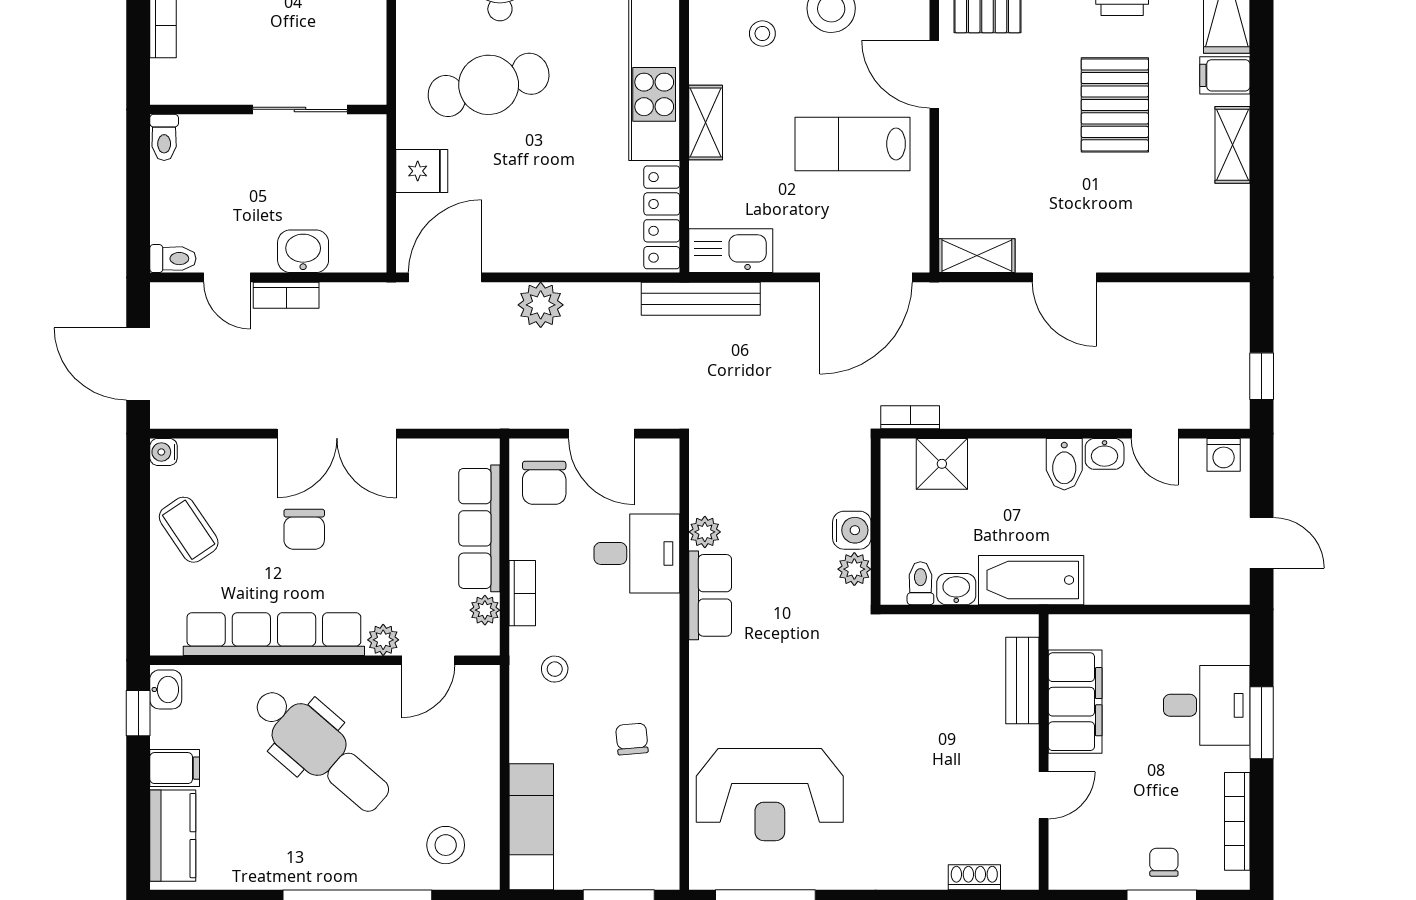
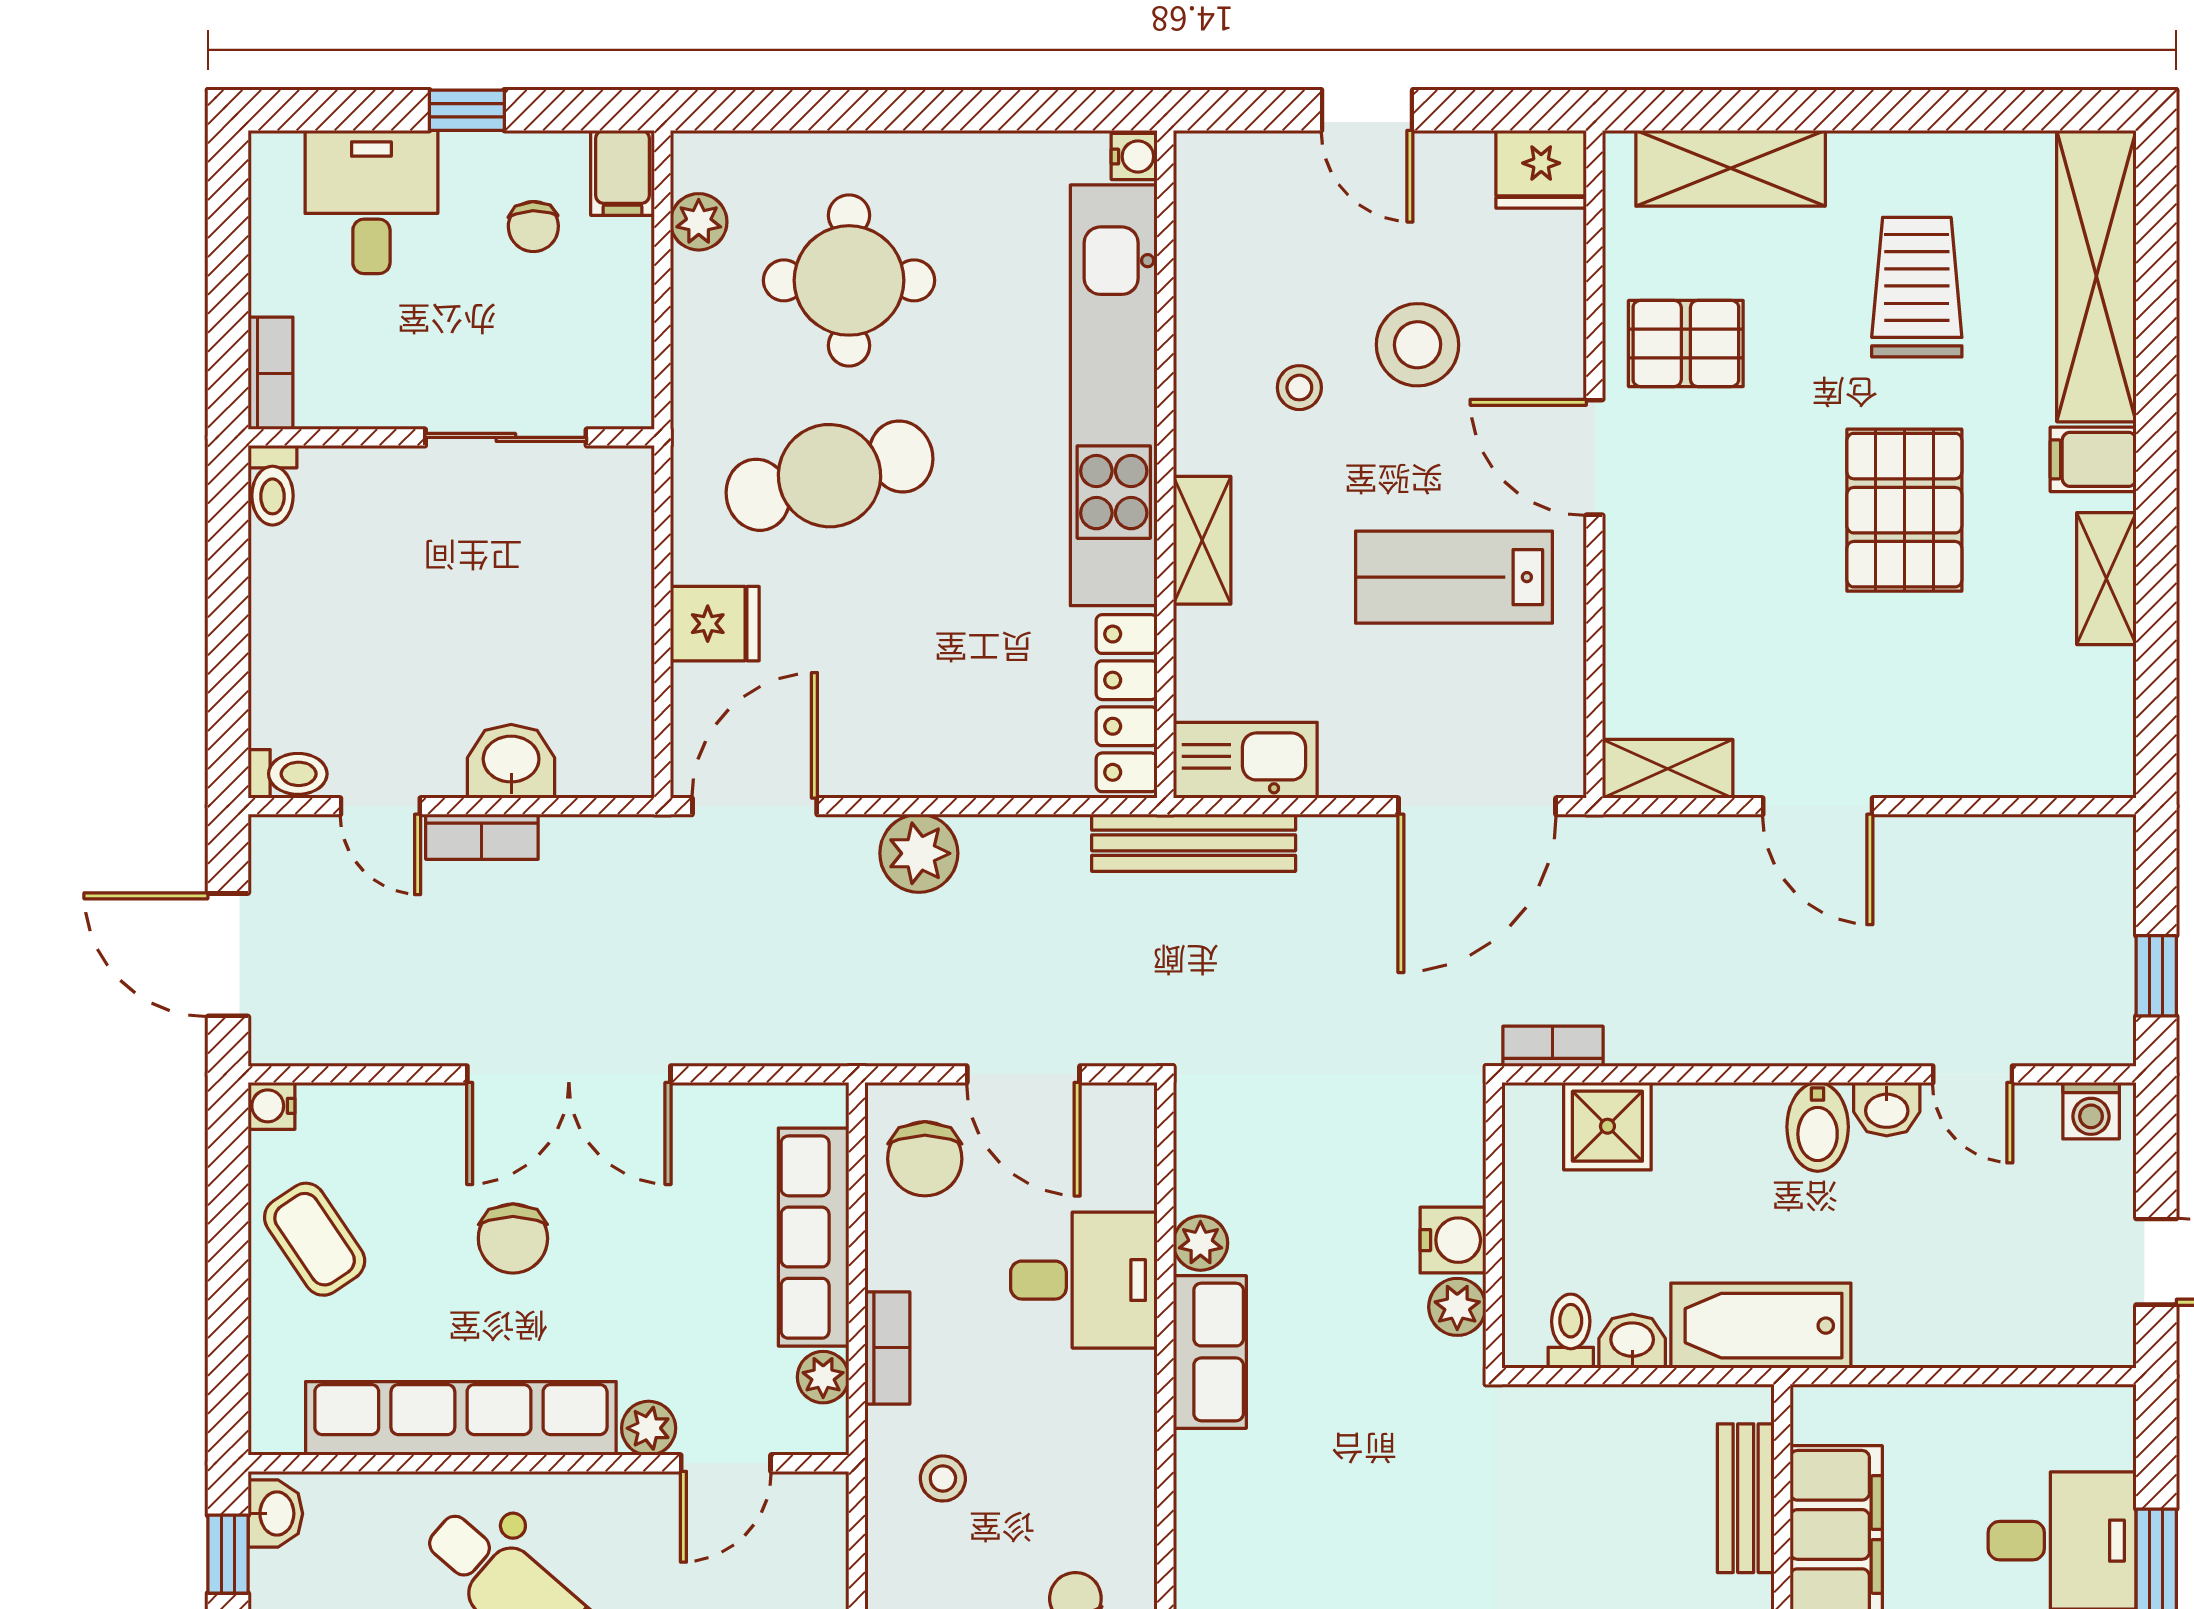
wall: (268, 109) -> (451, 437), moved
sliding door: (300, 109) -> (506, 437), moved
toilet: (164, 137) -> (272, 485), moved

